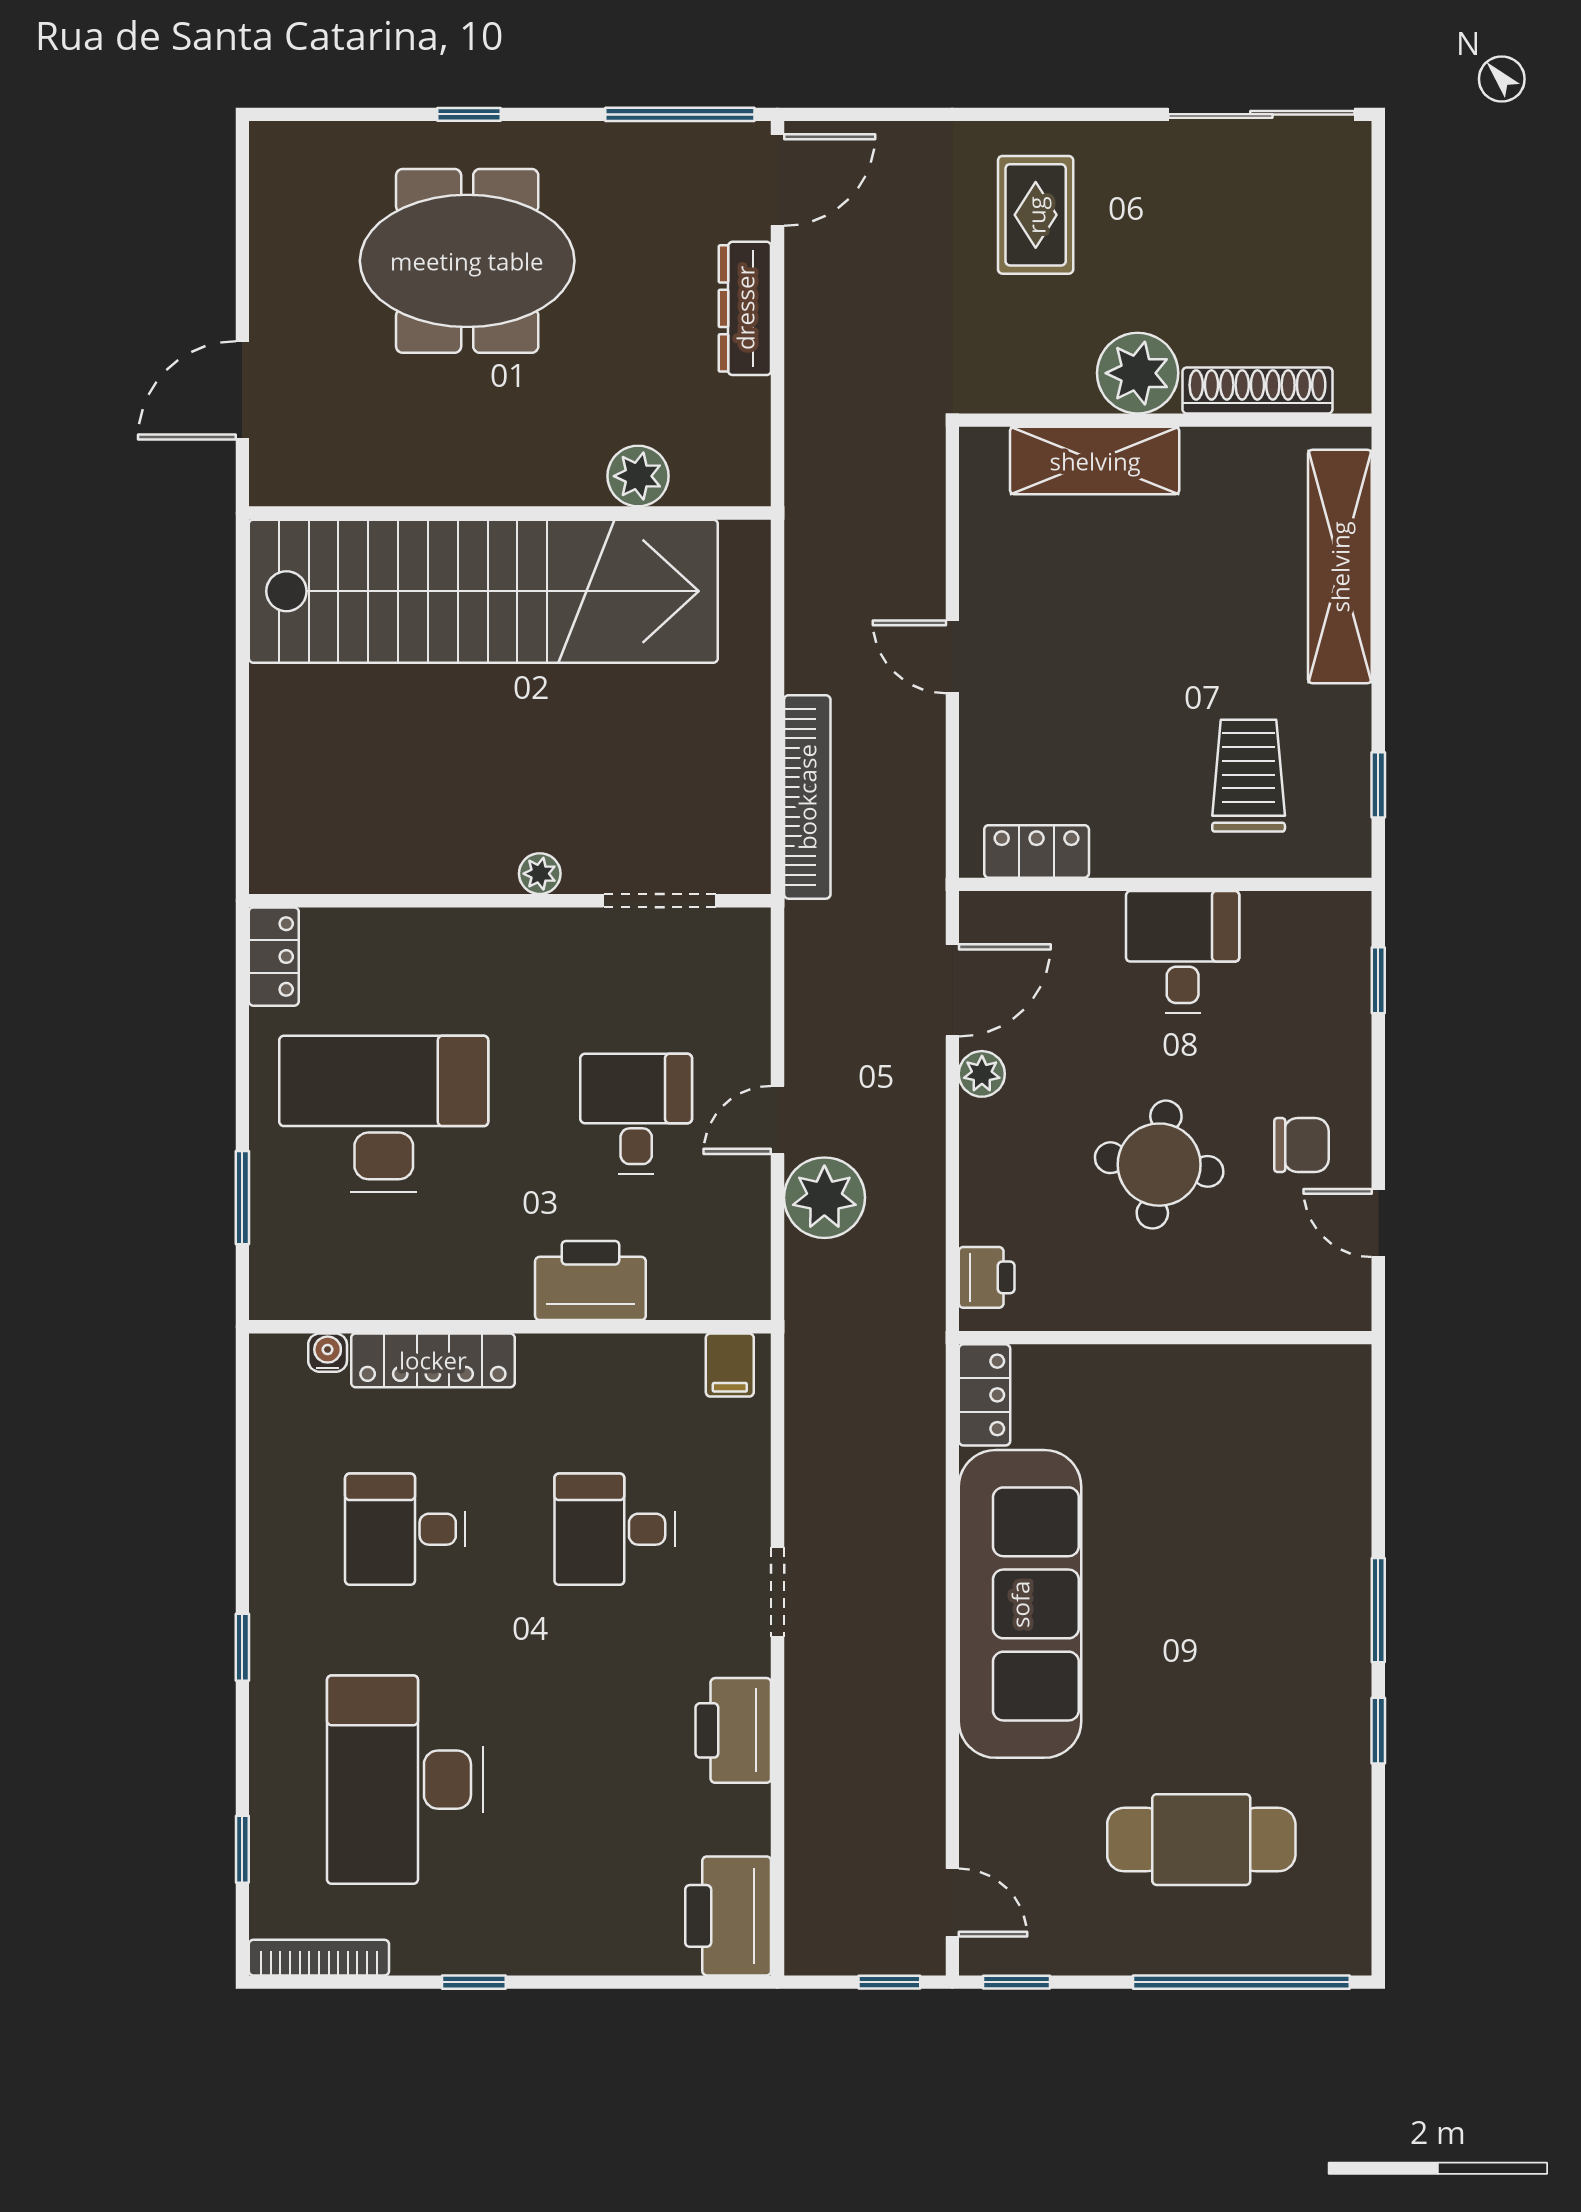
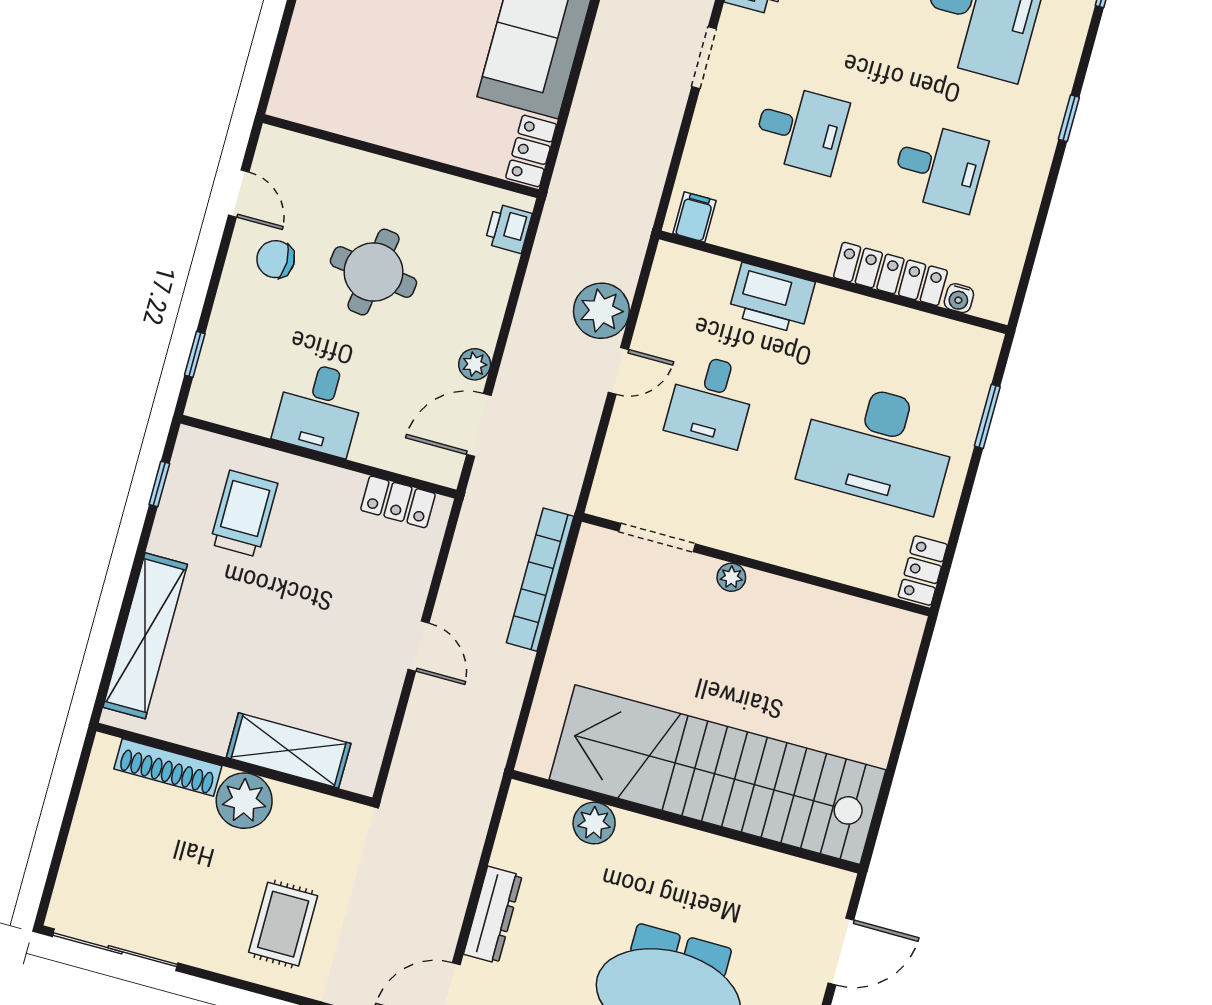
trolley: (1249, 776) -> (244, 514), turned 180

